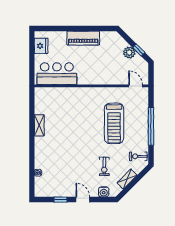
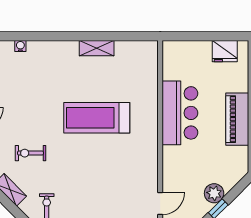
bar counter: (57, 74) -> (180, 113), moved
treadmill: (114, 123) -> (97, 118), moved

